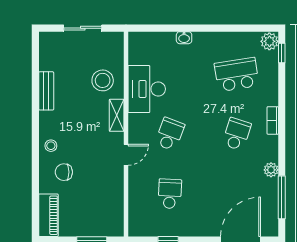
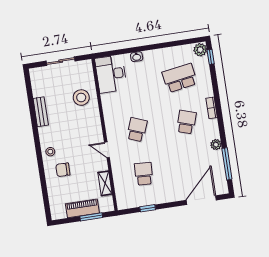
desk: (147, 89) -> (111, 74), moved
shelving: (117, 115) -> (105, 183), moved
door: (126, 155) -> (107, 150), swing flipped
piano: (48, 215) -> (82, 208), moved, turned -90

